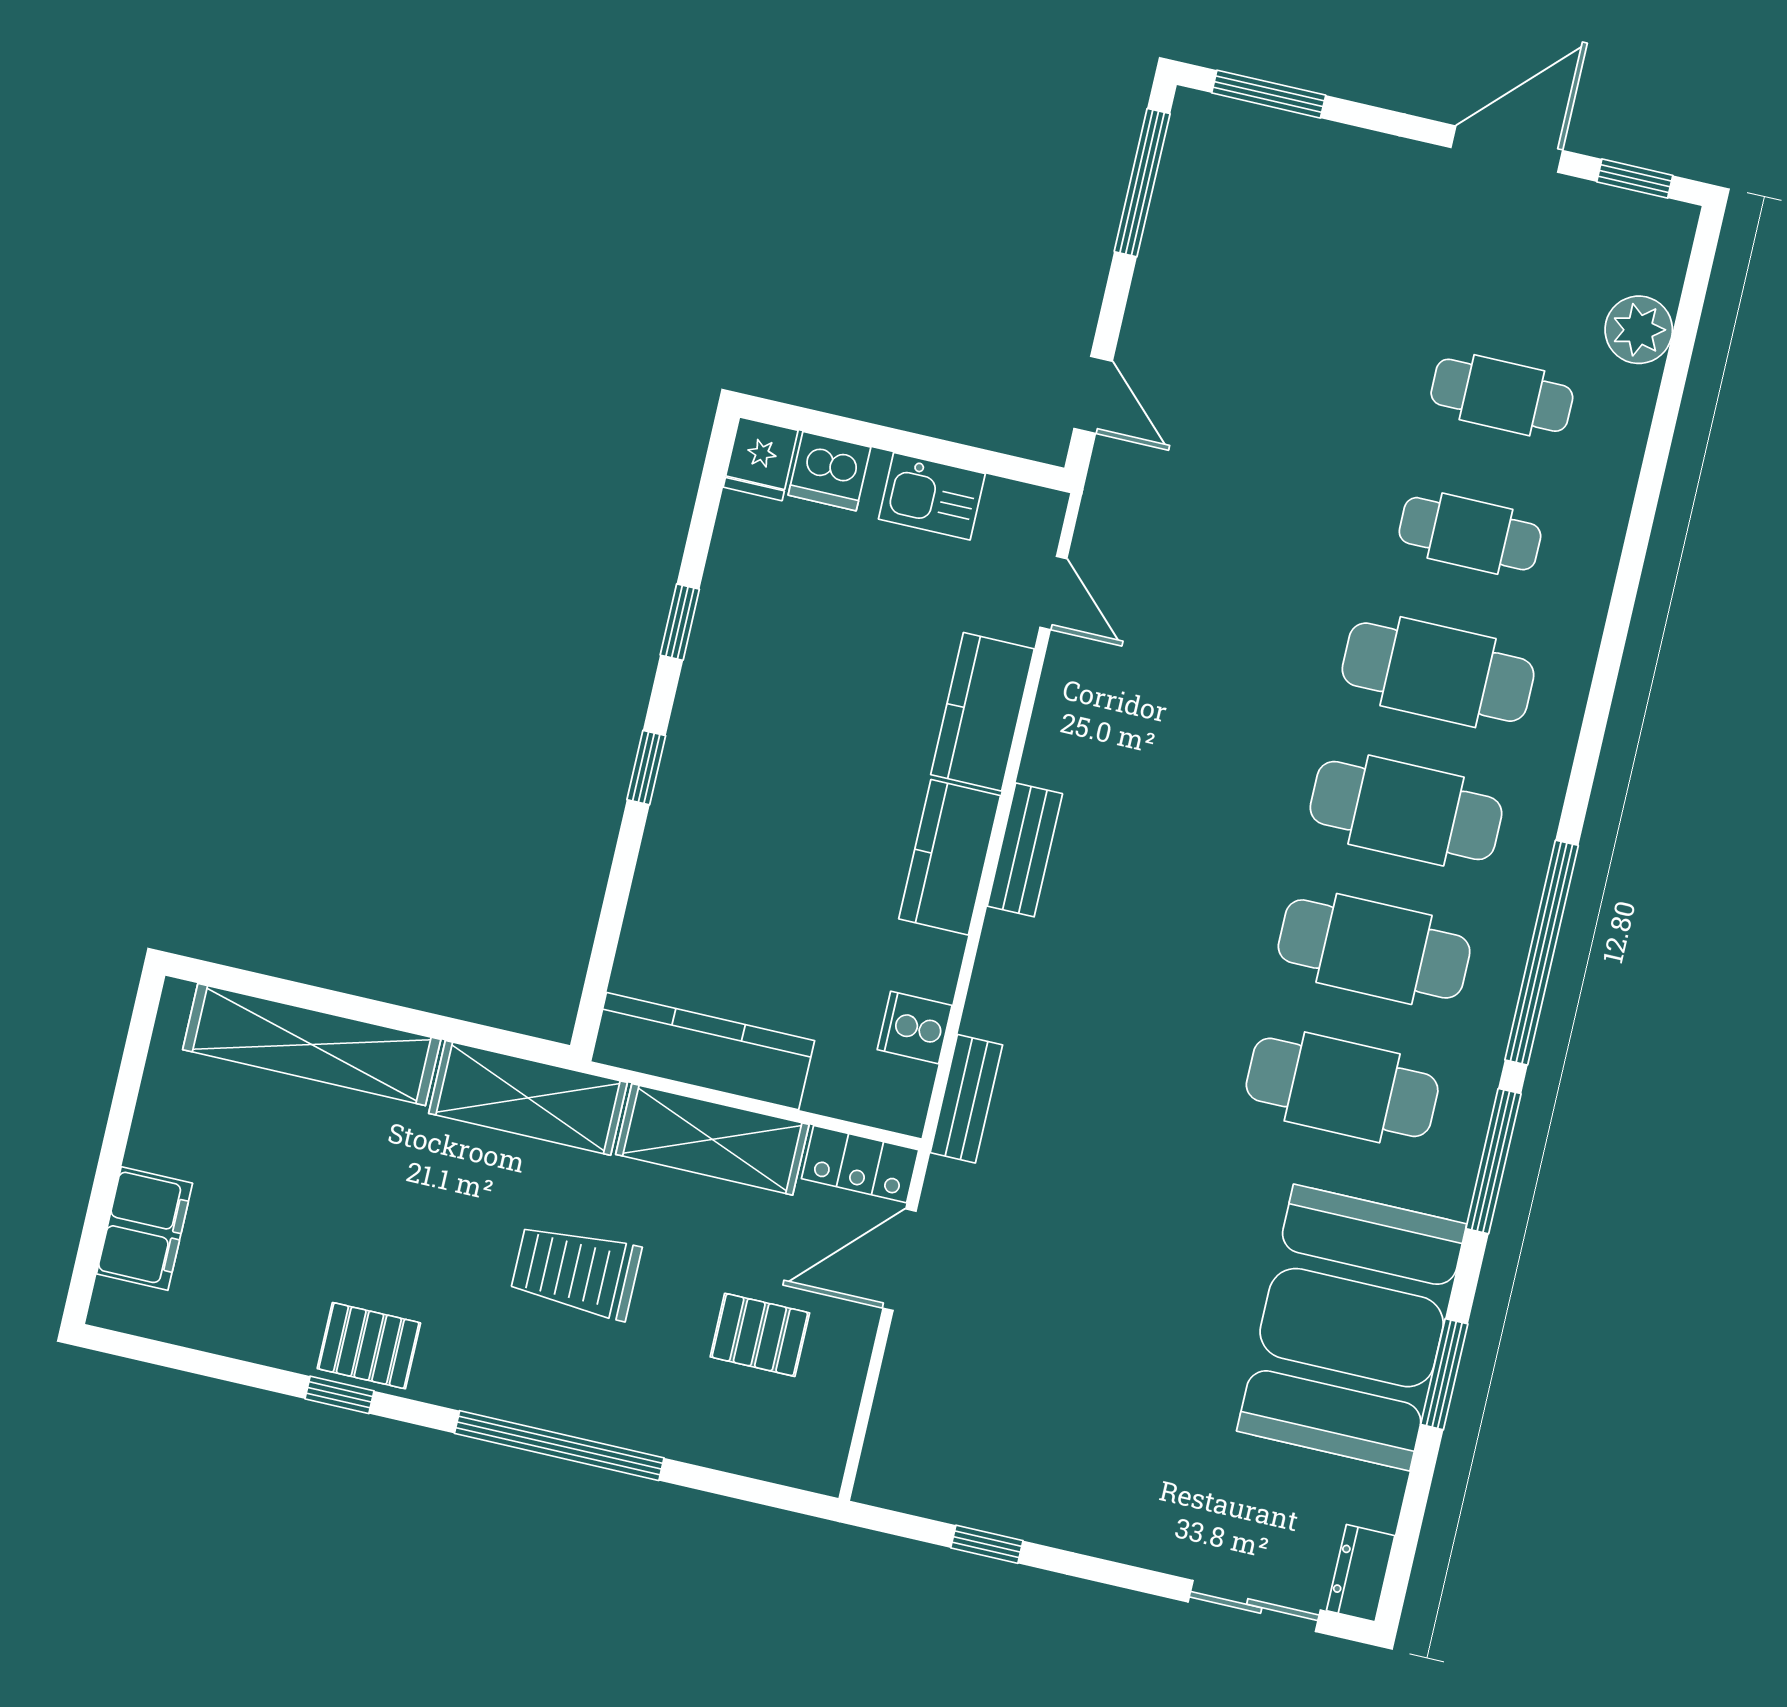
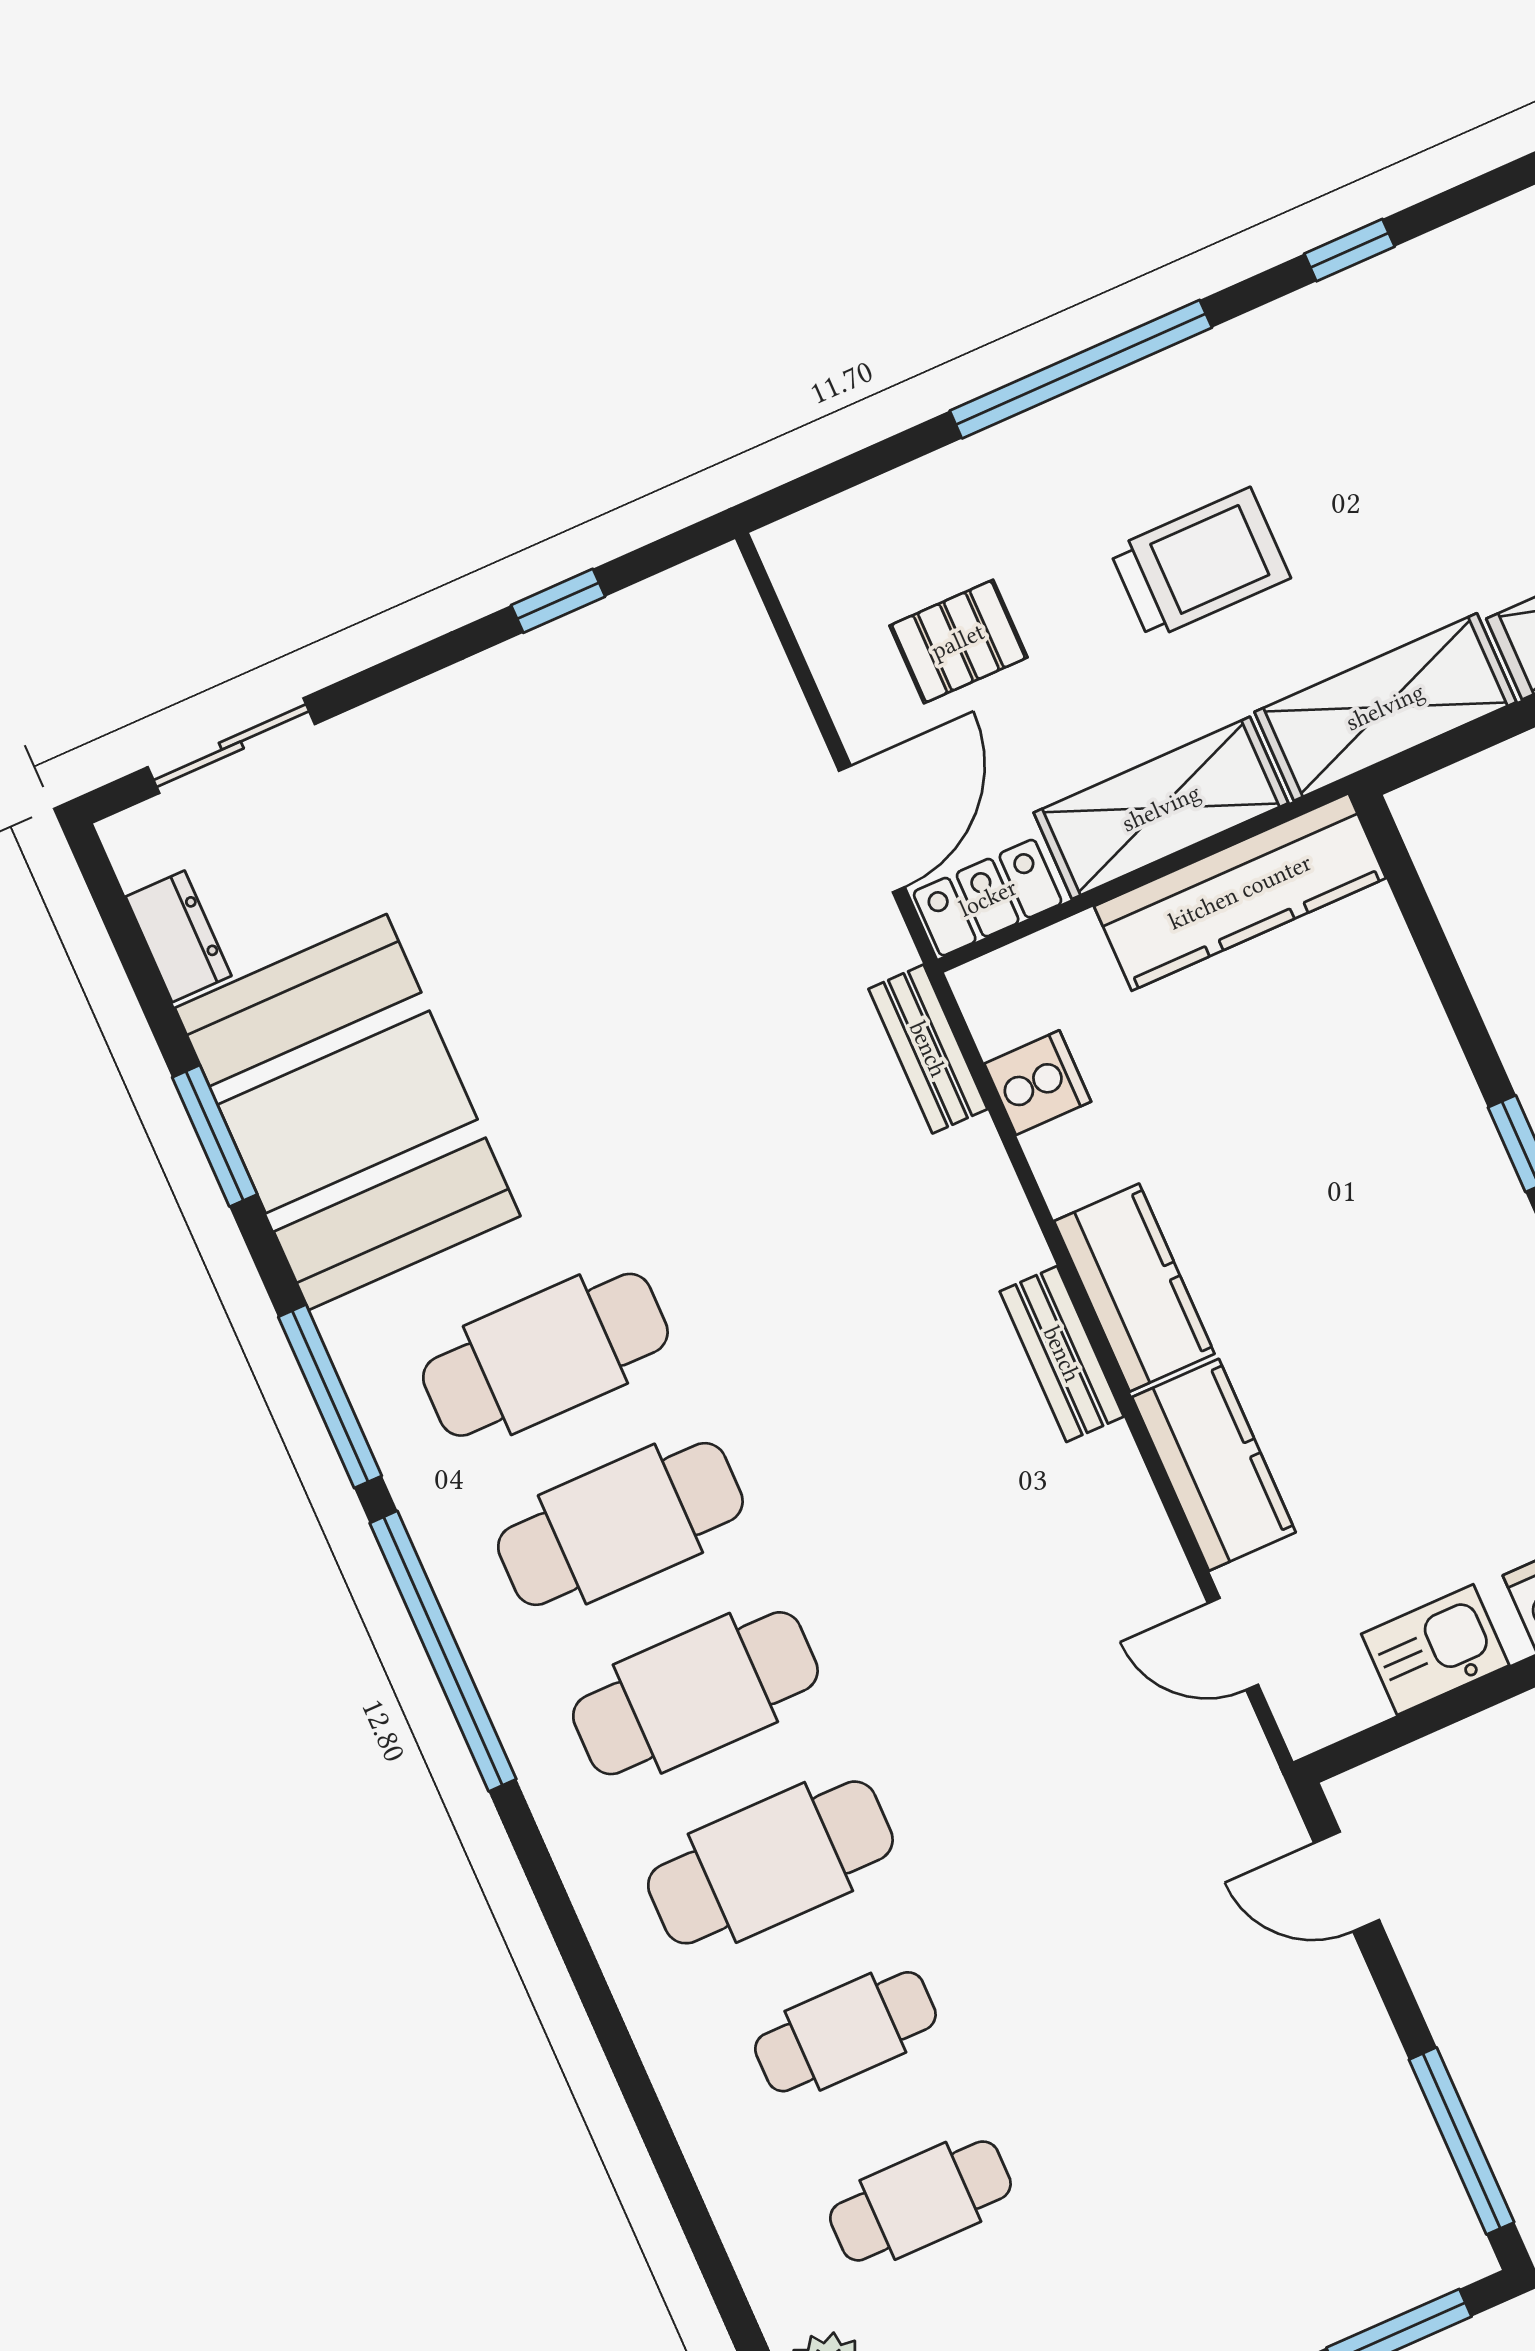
pallet: (369, 1346) -> (1357, 324), removed
dresser: (1361, 1573) -> (178, 936), moved

